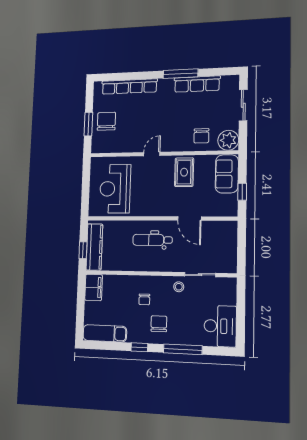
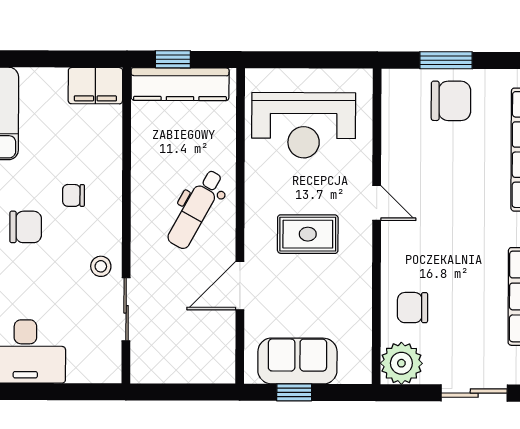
rug: (184, 172) -> (308, 234), moved
sofa: (227, 174) -> (297, 361), moved
reception desk: (115, 189) -> (304, 125), turned 180
dental chair: (152, 240) -> (196, 209), turned -151

